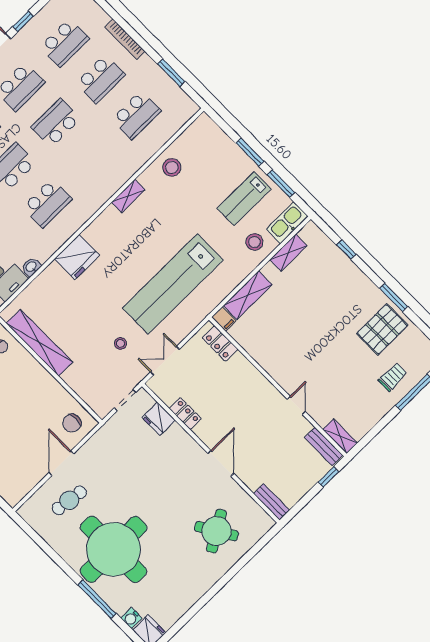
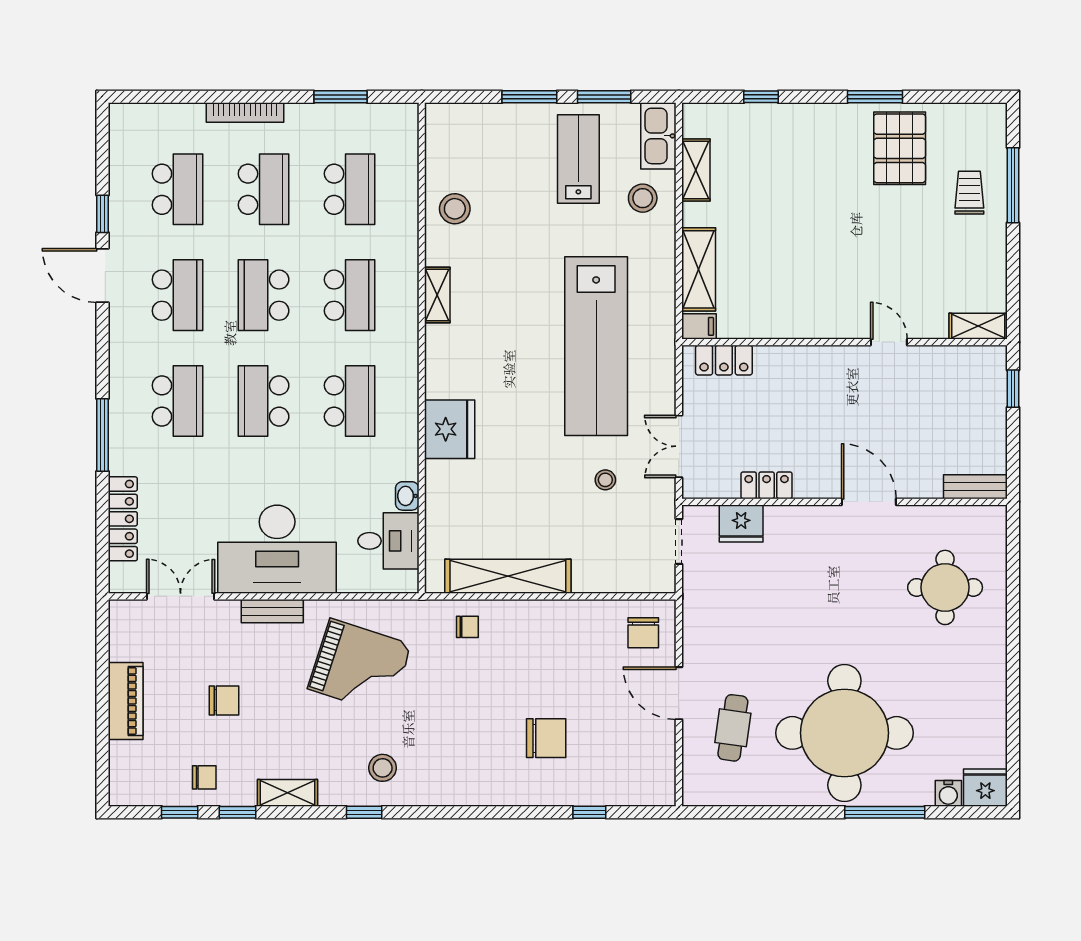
school desk: (92, 159) -> (350, 295), added
lab bench: (244, 199) -> (578, 159), turned 180
bench: (324, 446) -> (971, 358), removed
round table: (217, 531) -> (945, 587), turned 31

